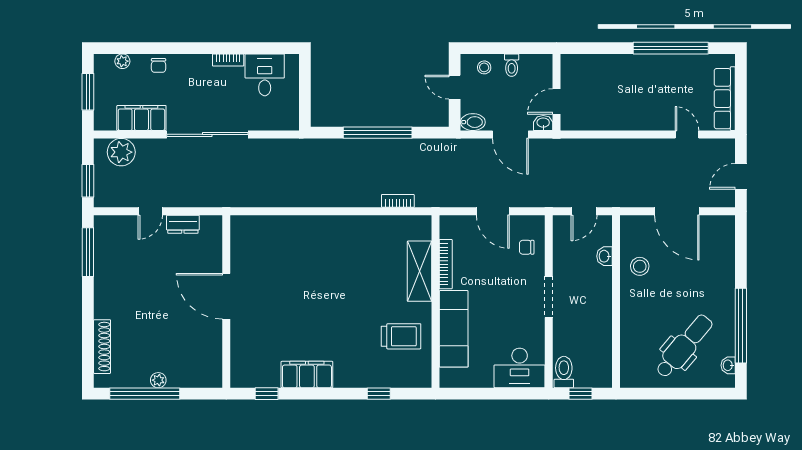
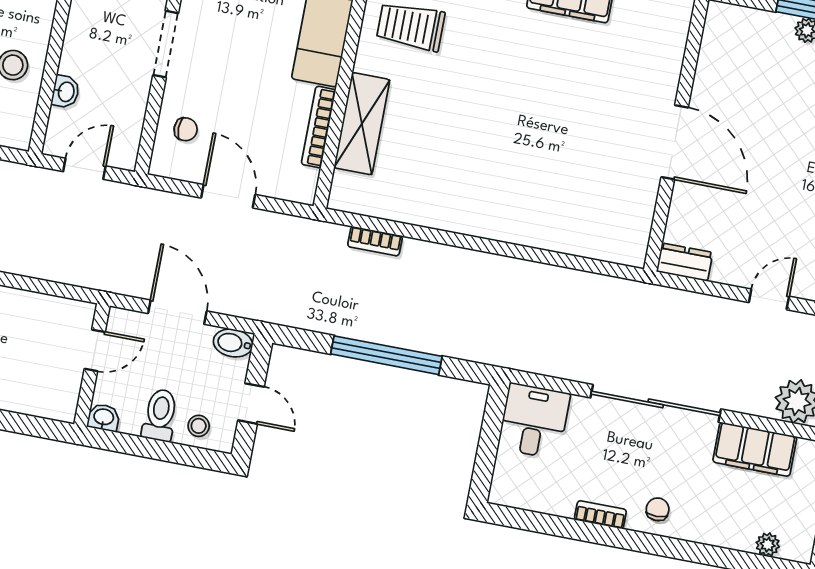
chair: (159, 65) -> (658, 509), moved
toilet: (512, 65) -> (160, 415), width x1.37, depth x1.39
desk: (265, 75) -> (534, 421), moved, turned 180
washbasin: (543, 123) -> (104, 418), moved, turned 180
dresser: (183, 224) -> (685, 262), moved

